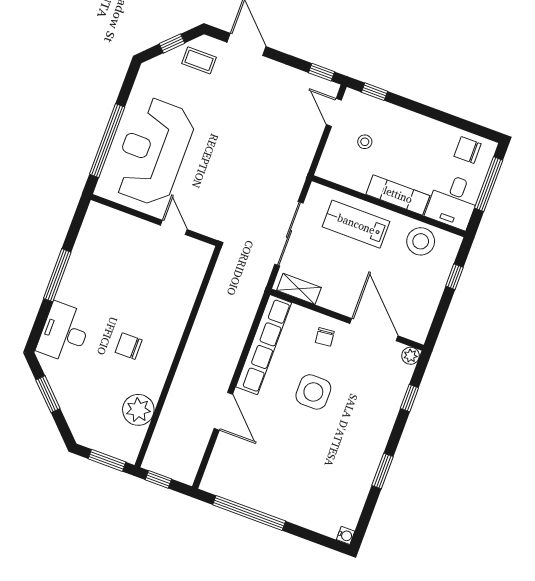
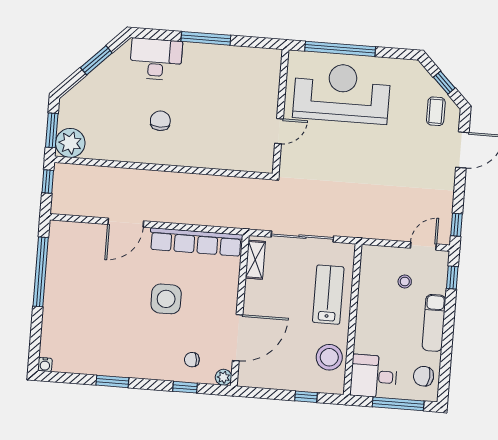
chair: (468, 150) -> (424, 376), turned -84
exam couch: (398, 195) -> (434, 323), moved, turned 180
chair: (325, 337) -> (192, 360), moved
plant: (138, 410) -> (70, 143), moved

